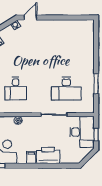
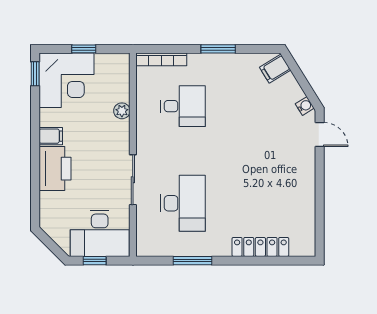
locker: (89, 48) -> (260, 247), added
desk: (16, 89) -> (183, 106), turned 180
desk: (66, 89) -> (183, 203), turned 180

